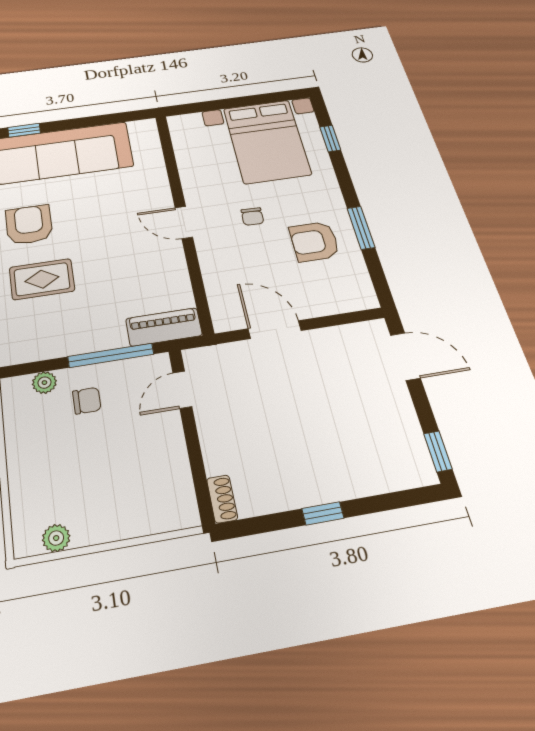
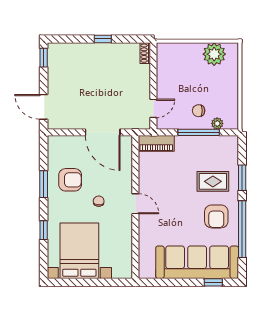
window: (330, 138) -> (44, 230), moved
door: (275, 330) -> (103, 132), width x1.36
window: (111, 355) -> (199, 132), moved
plant: (56, 538) -> (214, 54), width x1.87, depth x1.87

